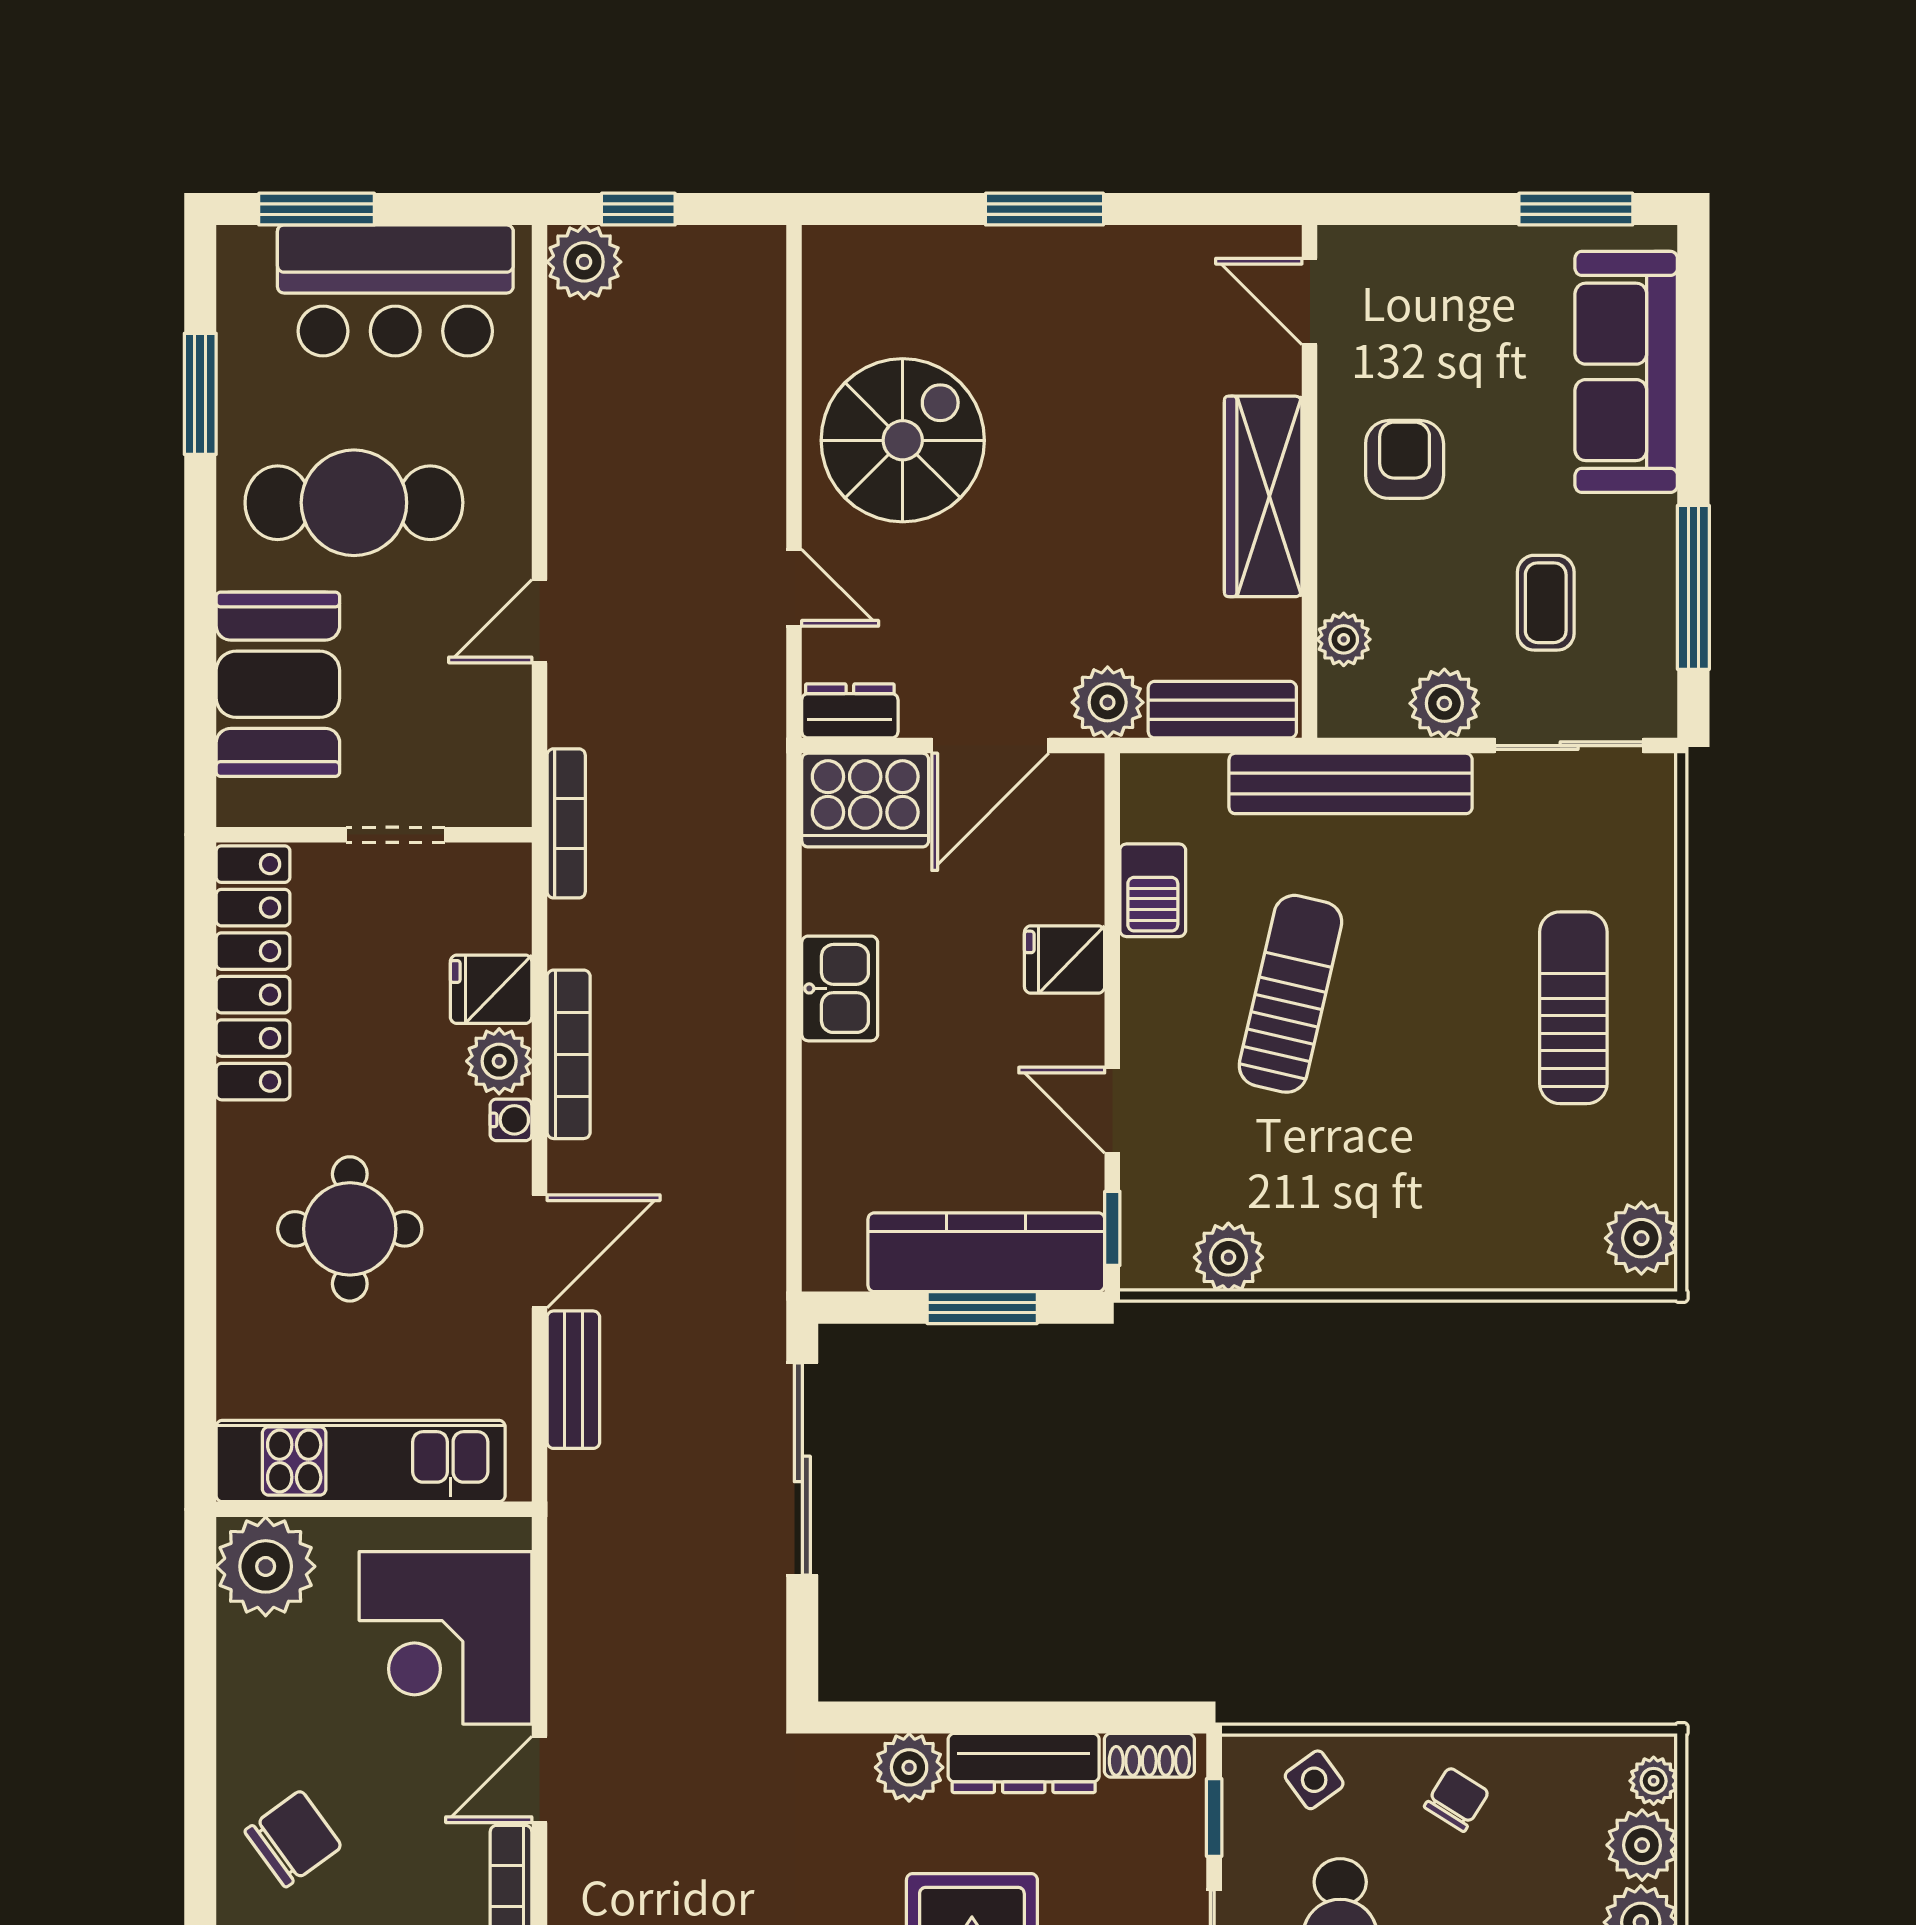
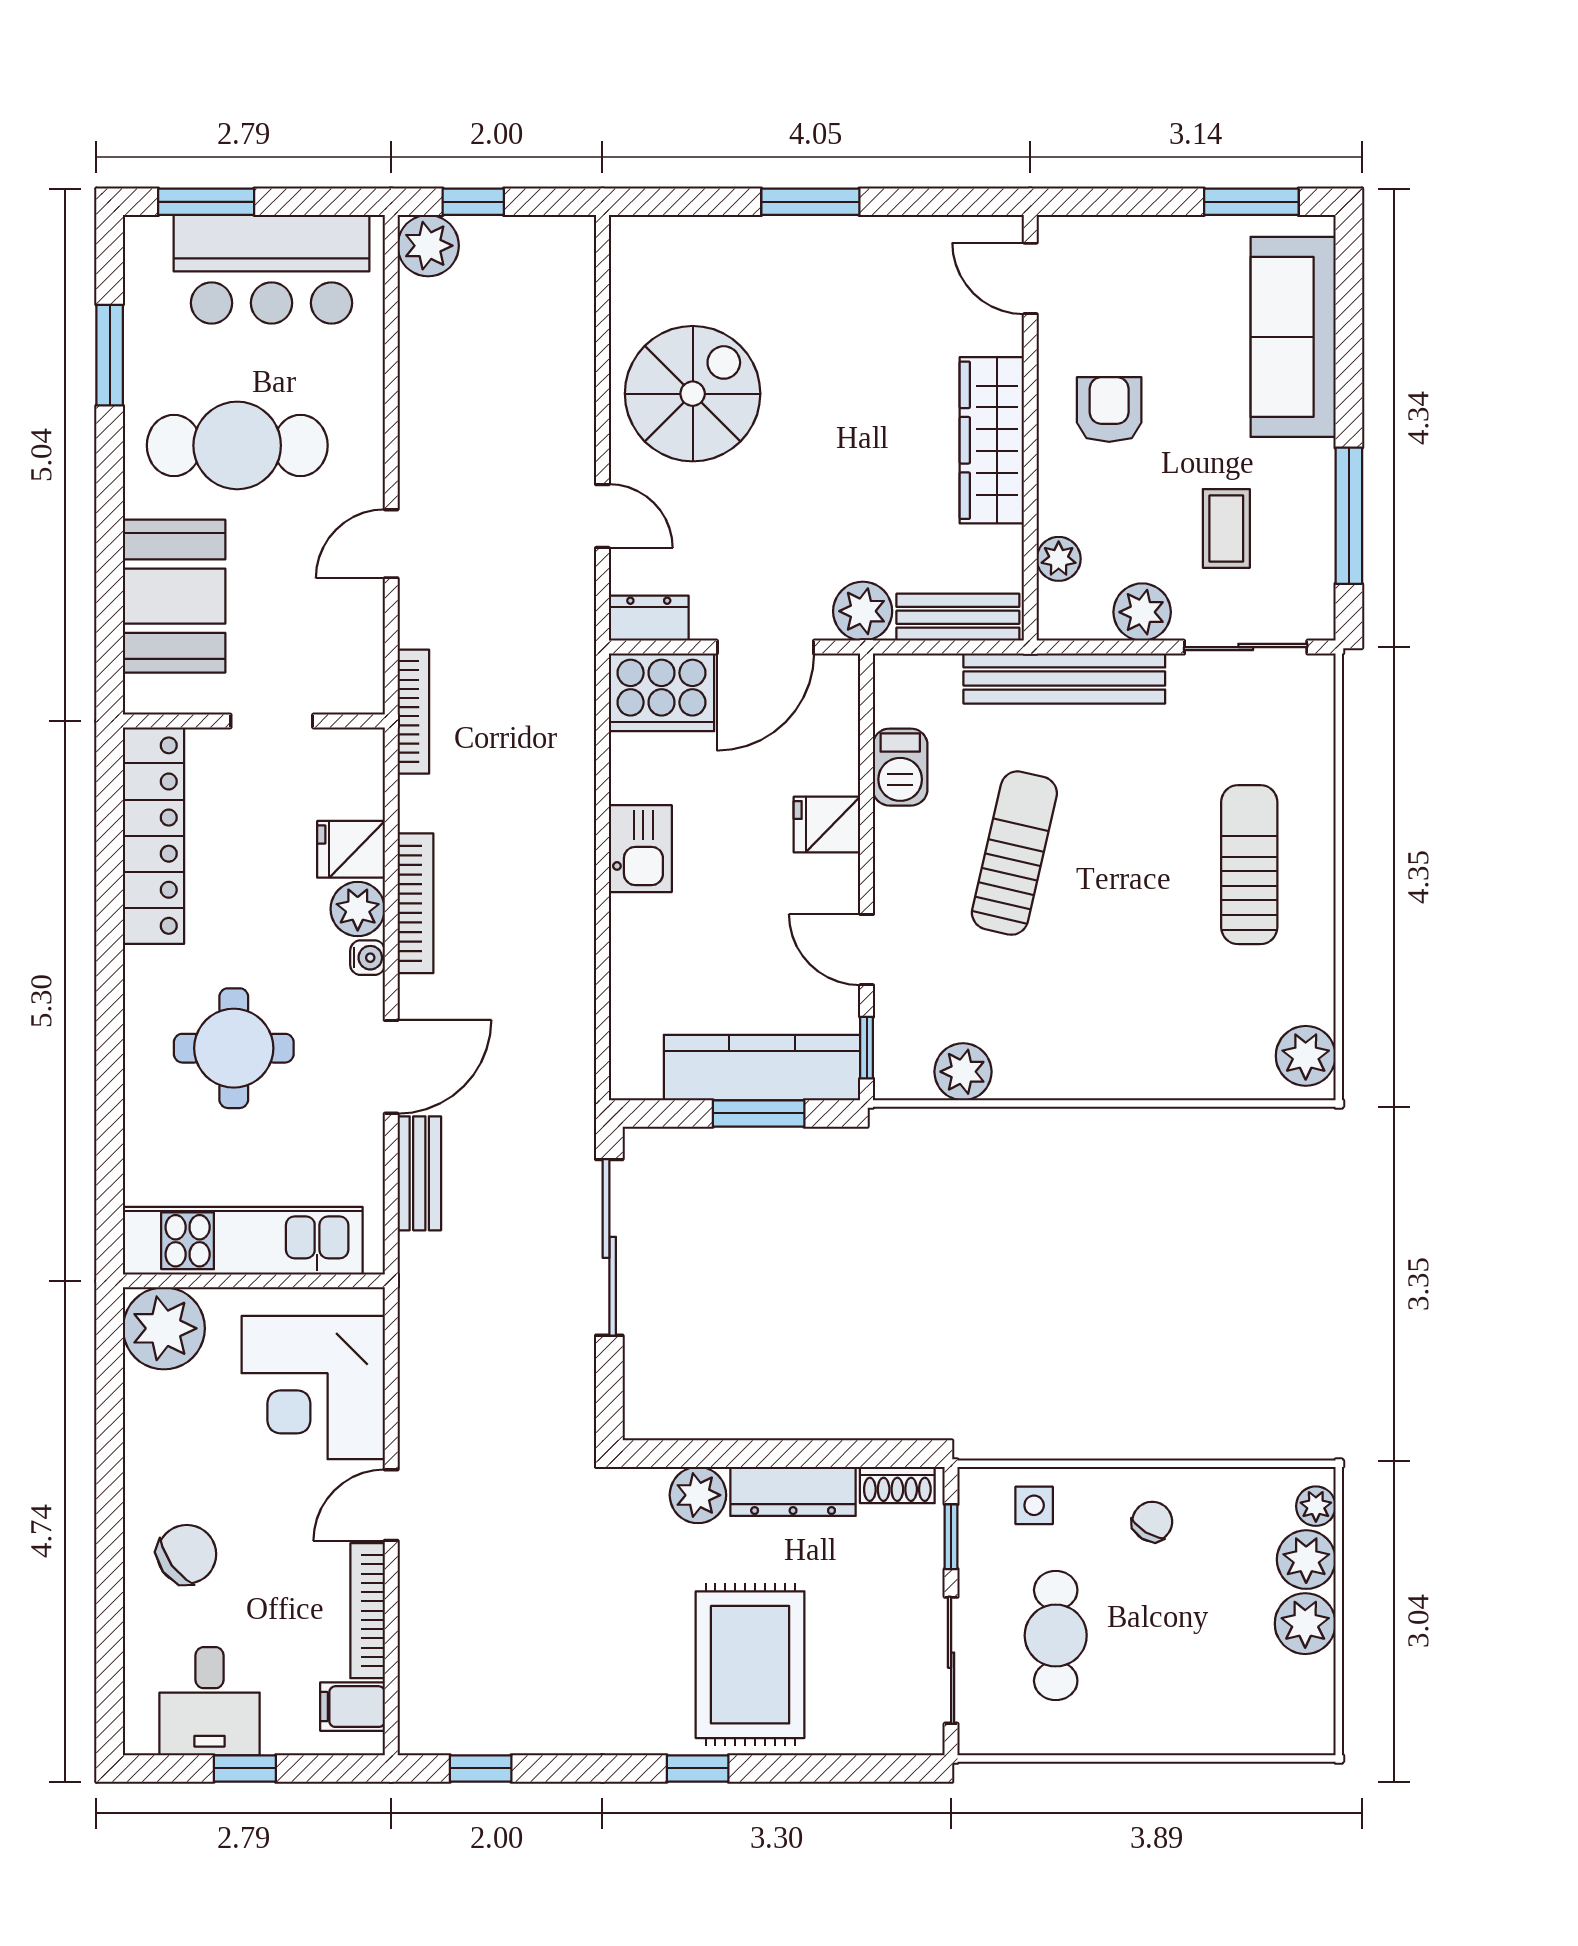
side table: (1314, 1780) -> (1034, 1505), turned 36

